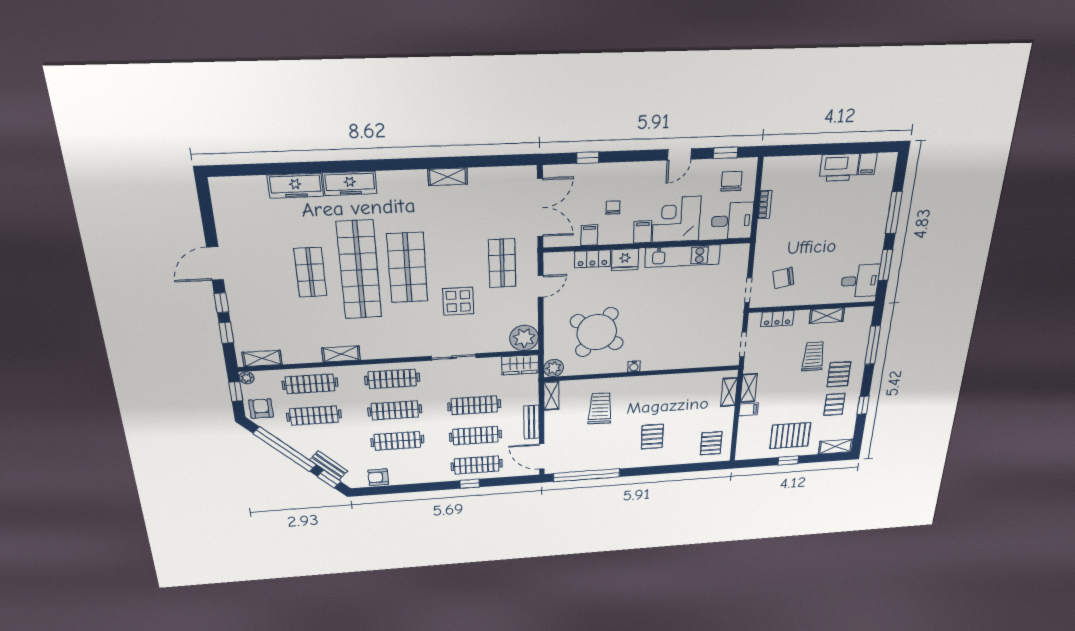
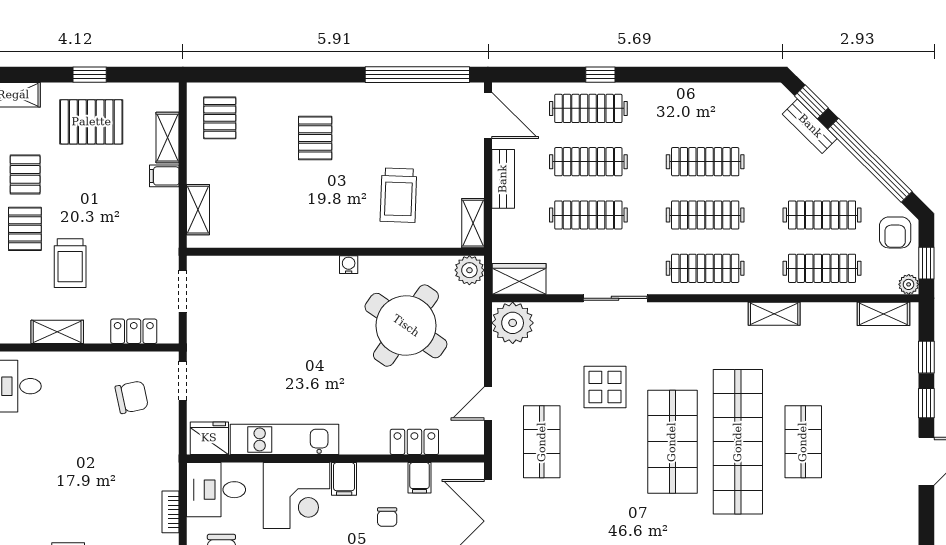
fridge: (625, 260) -> (209, 438), moved
shelving: (749, 388) -> (168, 138), moved
armchair: (378, 477) -> (738, 99), removed

